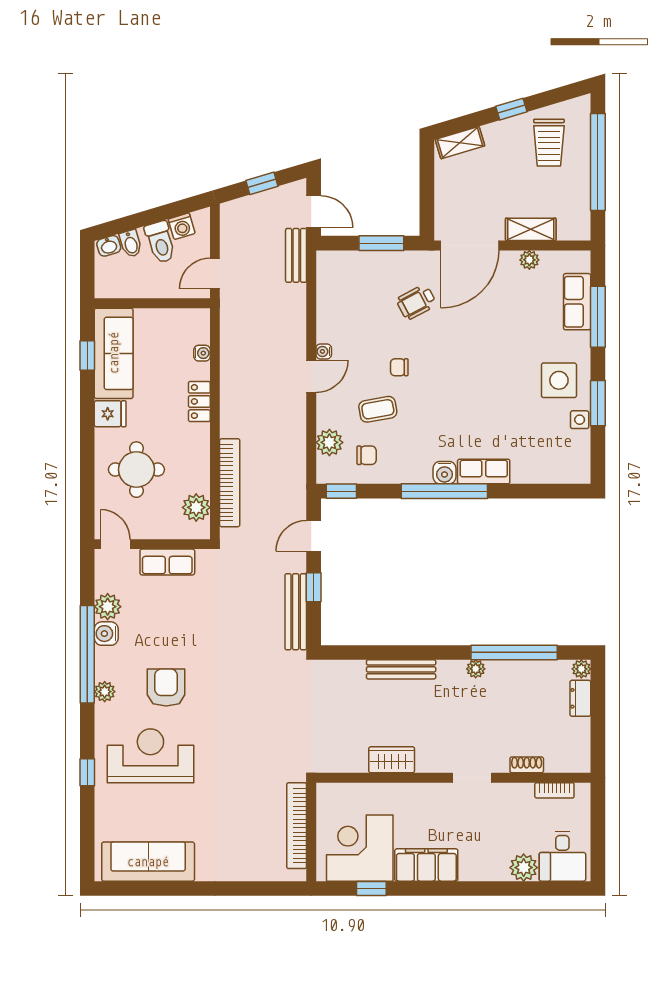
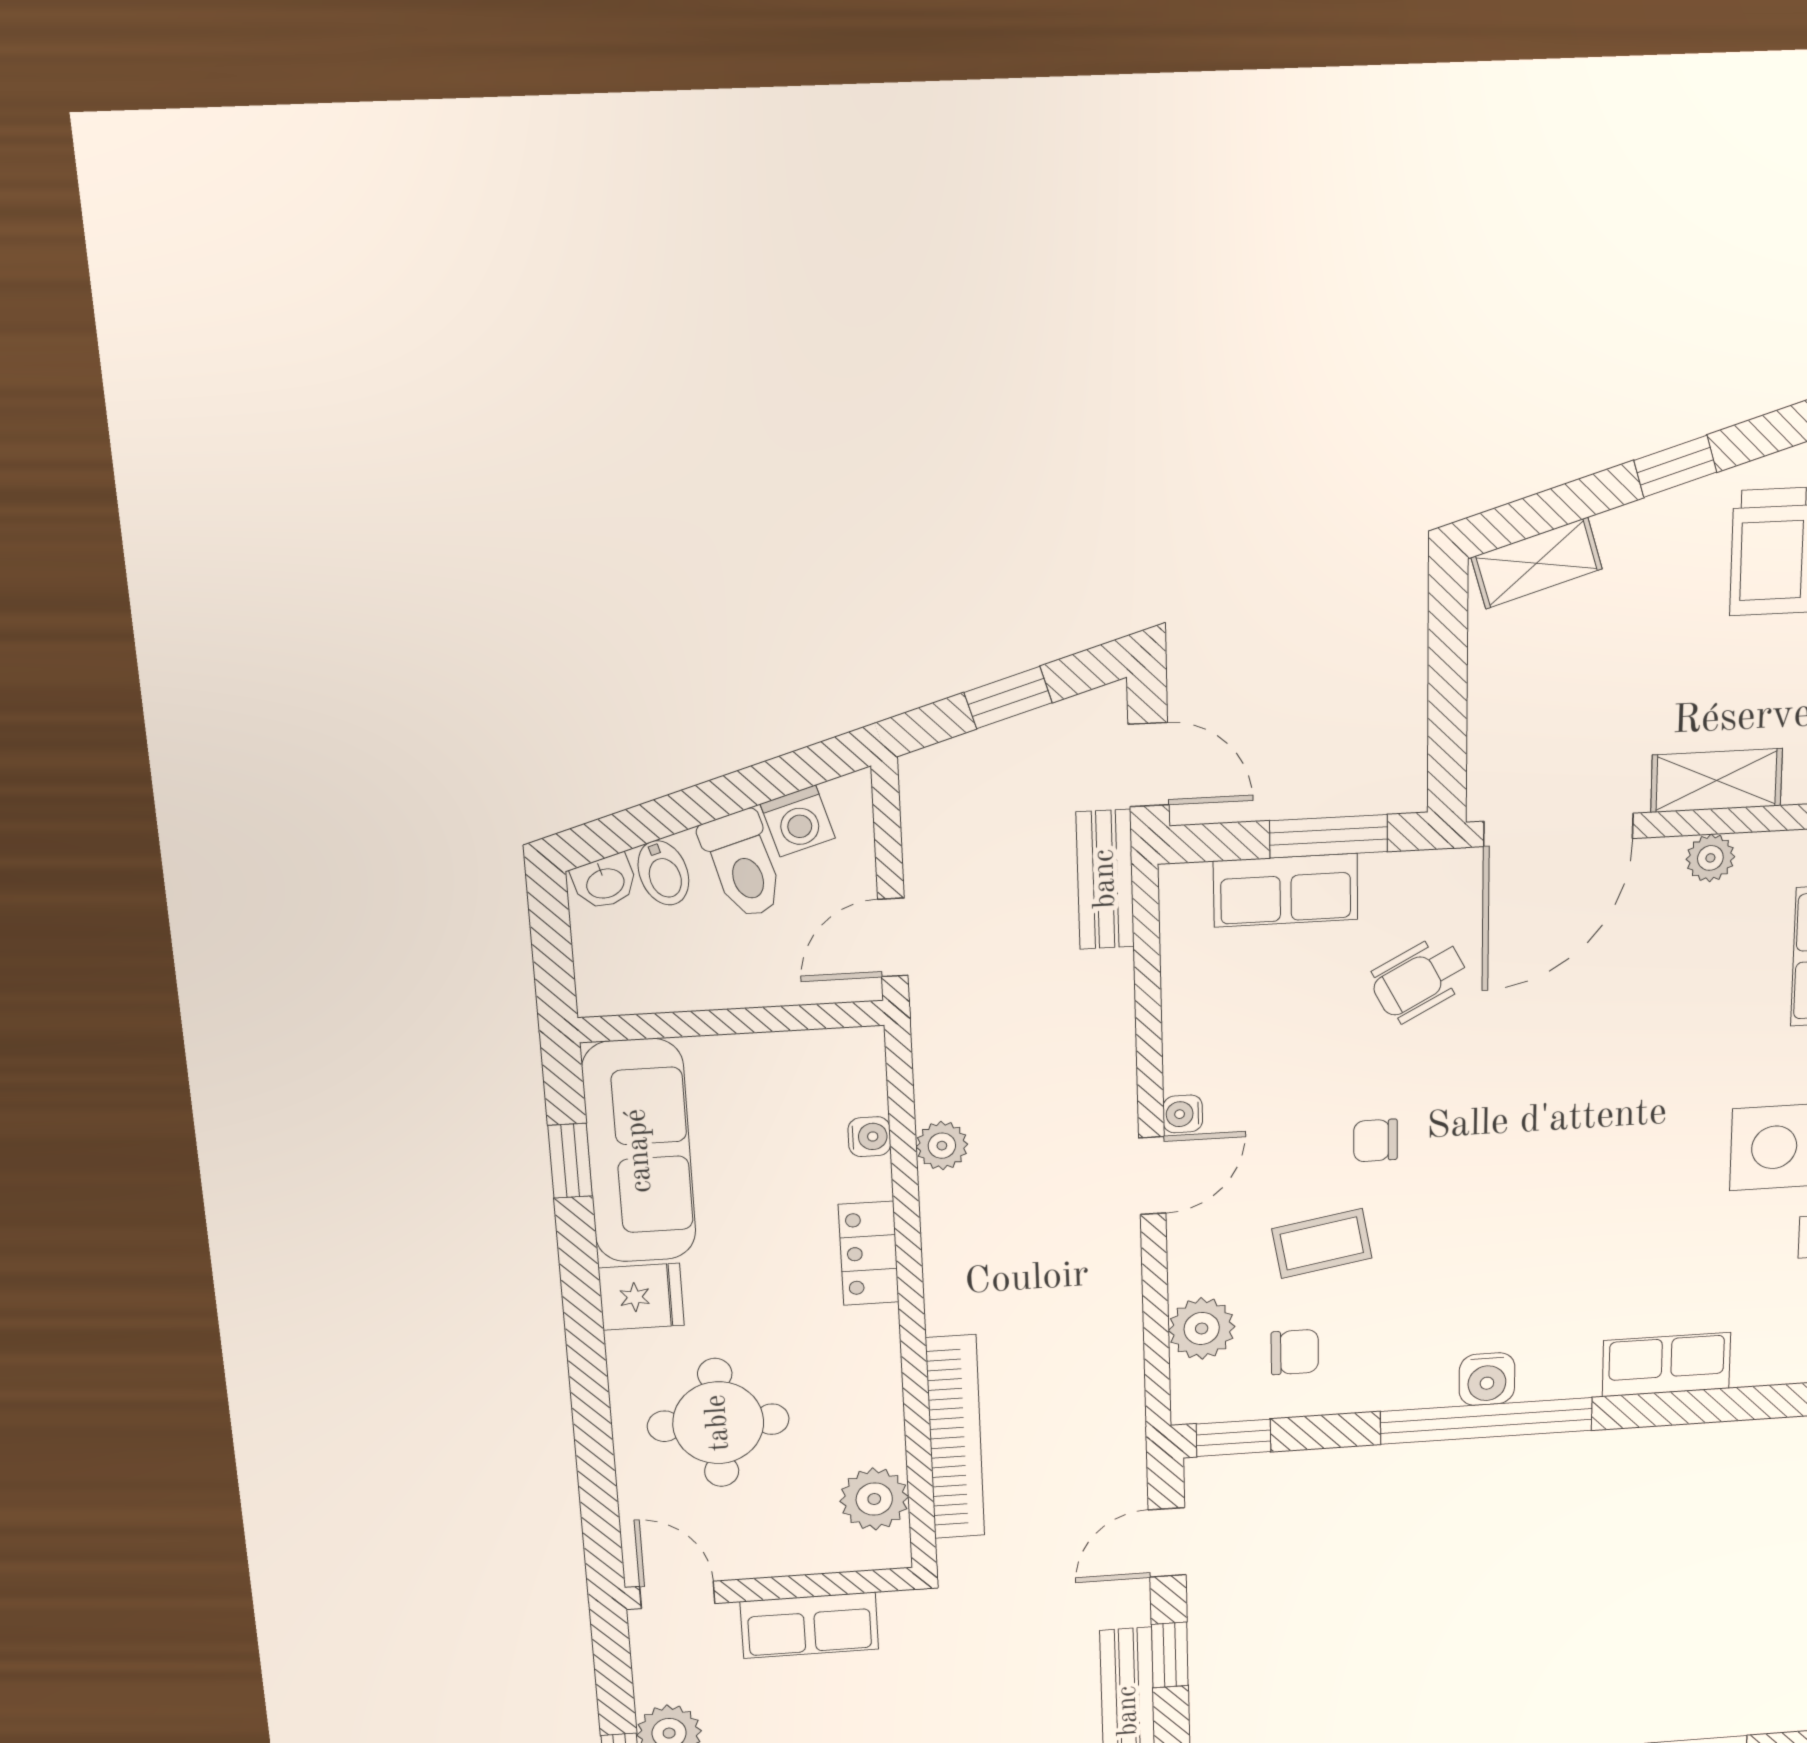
row of seats: (365, 263) -> (1286, 890), added
plant: (230, 359) -> (942, 1146), added
row of seats: (484, 471) -> (1666, 1365), moved

